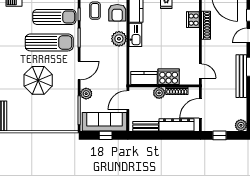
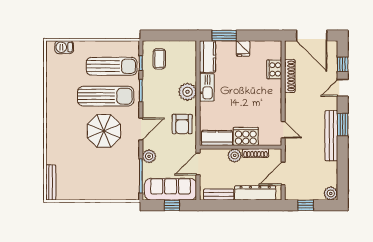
armchair: (117, 13) -> (182, 124), moved
parasol: (38, 80) -> (104, 131), moved

